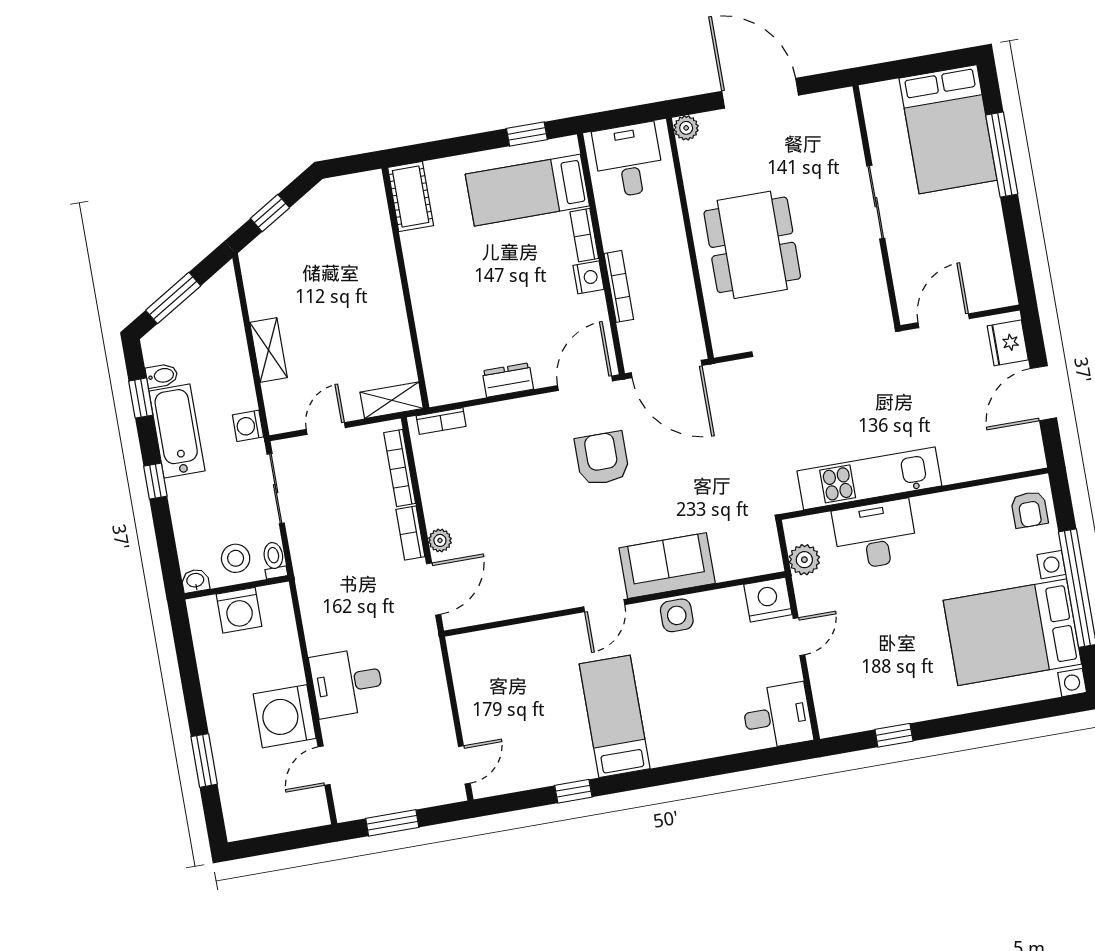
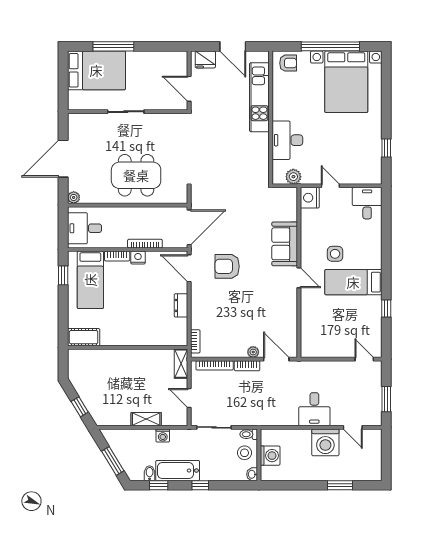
washing machine: (248, 426) -> (163, 436), moved
kitchen unit: (869, 478) -> (259, 97), moved
side table: (677, 615) -> (335, 254), moved

